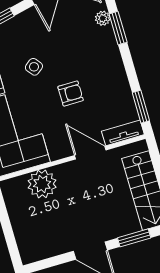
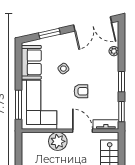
window: (118, 28) -> (122, 82), moved
plant: (42, 184) -> (58, 141), moved

